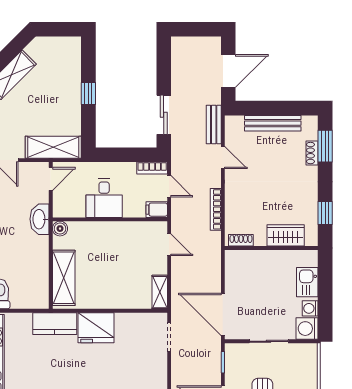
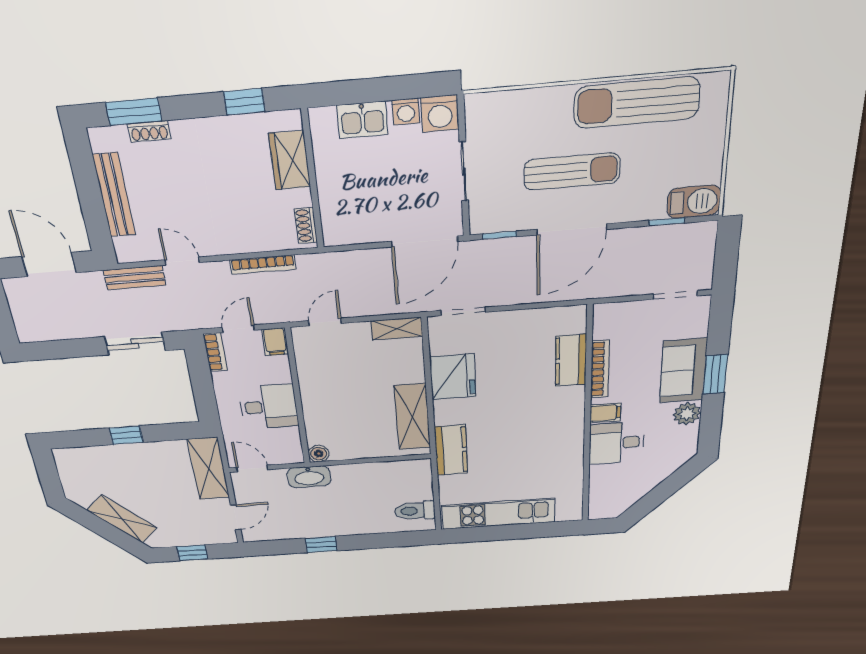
door: (223, 158) -> (182, 261), hinge flipped
shelving: (64, 278) -> (412, 417), moved, turned 90
fridge: (96, 328) -> (453, 377), moved

